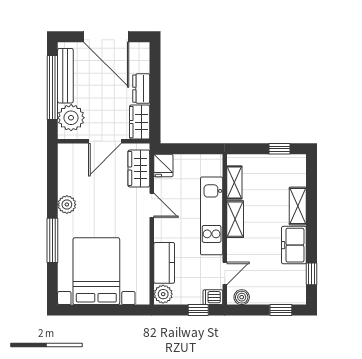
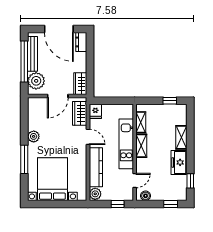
dresser: (141, 89) -> (81, 42), moved
kitchen counter: (164, 263) -> (96, 167), width x1.50
dishwasher: (213, 297) -> (127, 196), removed

